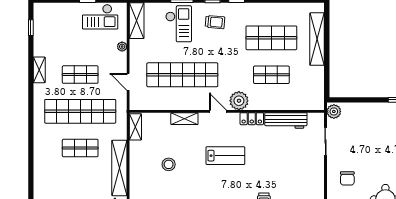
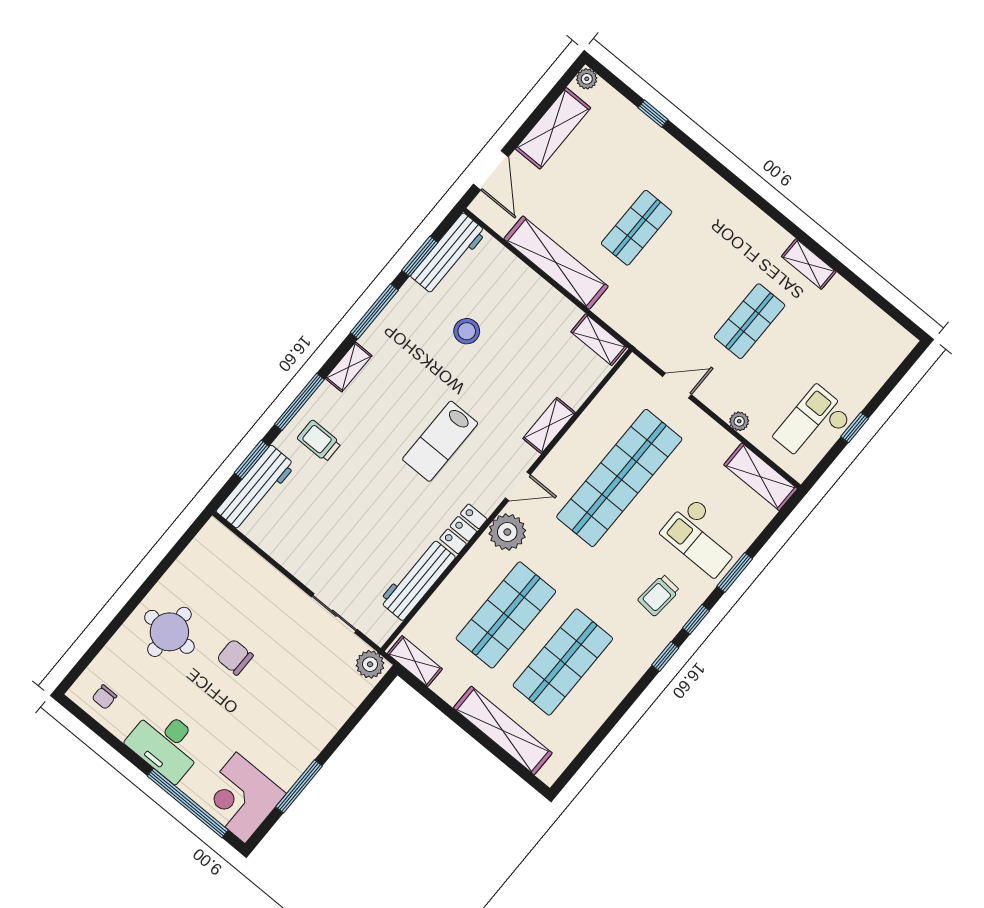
window: (31, 28) -> (653, 114), moved
shop shelf: (271, 75) -> (506, 615), width x1.43, depth x1.36
shelving: (318, 95) -> (415, 661), added
shop shelf: (80, 111) -> (693, 274), removed
stool: (169, 164) -> (467, 331), moved
chair: (347, 178) -> (235, 657), moved

